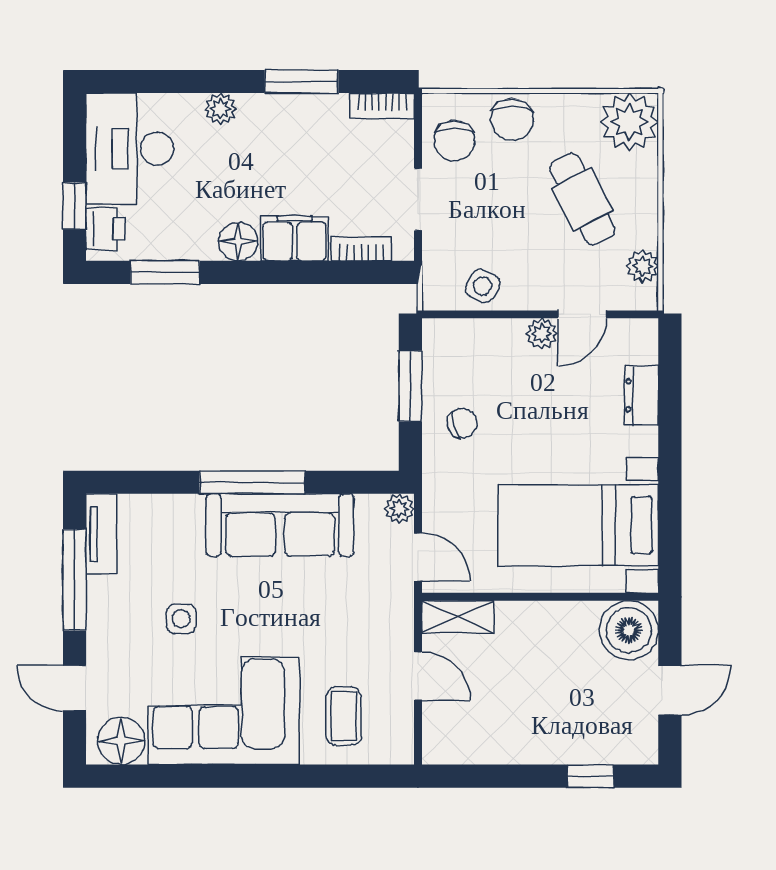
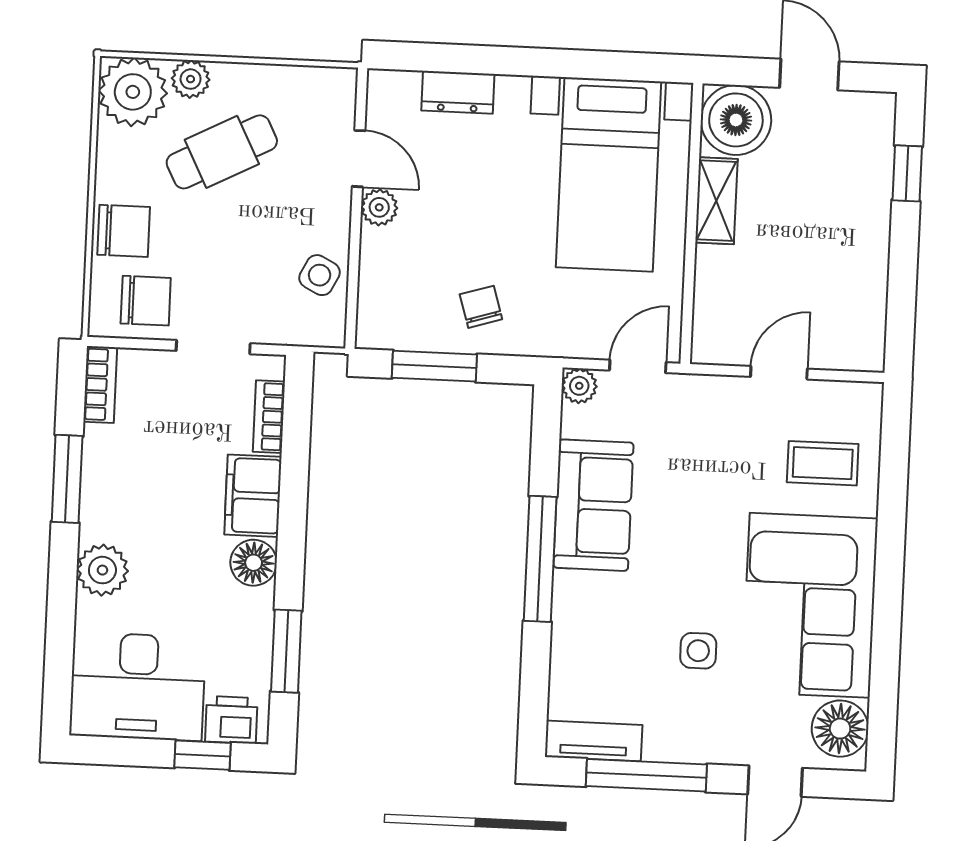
plant: (220, 109) -> (102, 570), width x1.38, depth x1.38
plant: (642, 266) -> (191, 79), moved
sofa: (280, 525) -> (593, 505), width x0.73
shelving: (458, 617) -> (716, 201), moved

